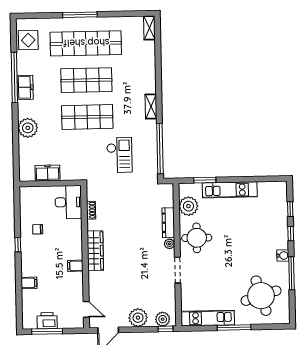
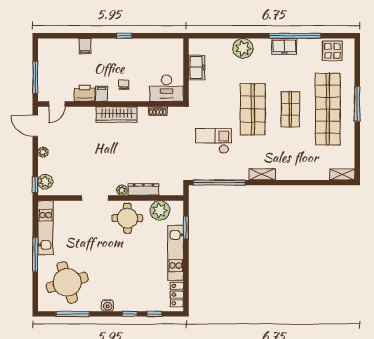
shop shelf: (86, 80) -> (290, 109), width x0.70, depth x0.74
checkout: (119, 155) -> (213, 141), turned 180
locker: (271, 188) -> (177, 295), added
chair: (38, 229) -> (124, 85), moved
window: (292, 273) -> (73, 314), moved
plant: (138, 318) -> (43, 152), width x0.53, depth x0.53
printer: (47, 321) -> (85, 93), moved, turned -90
window: (47, 331) -> (35, 77), moved

